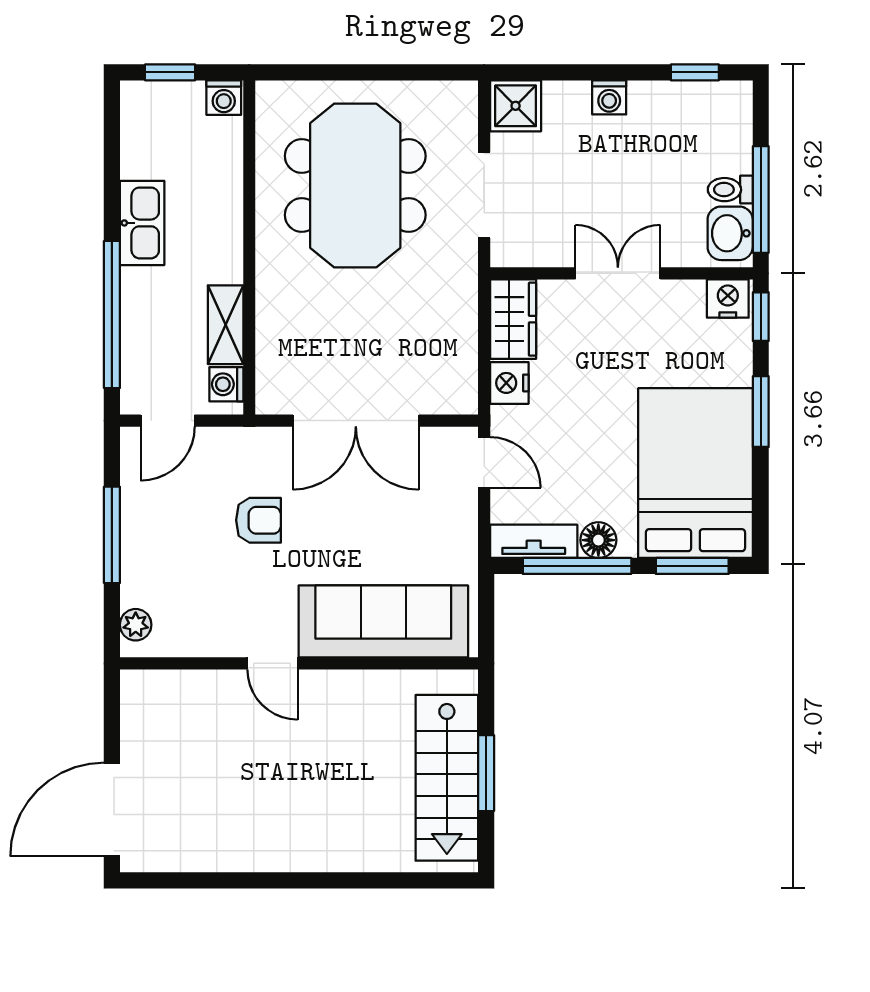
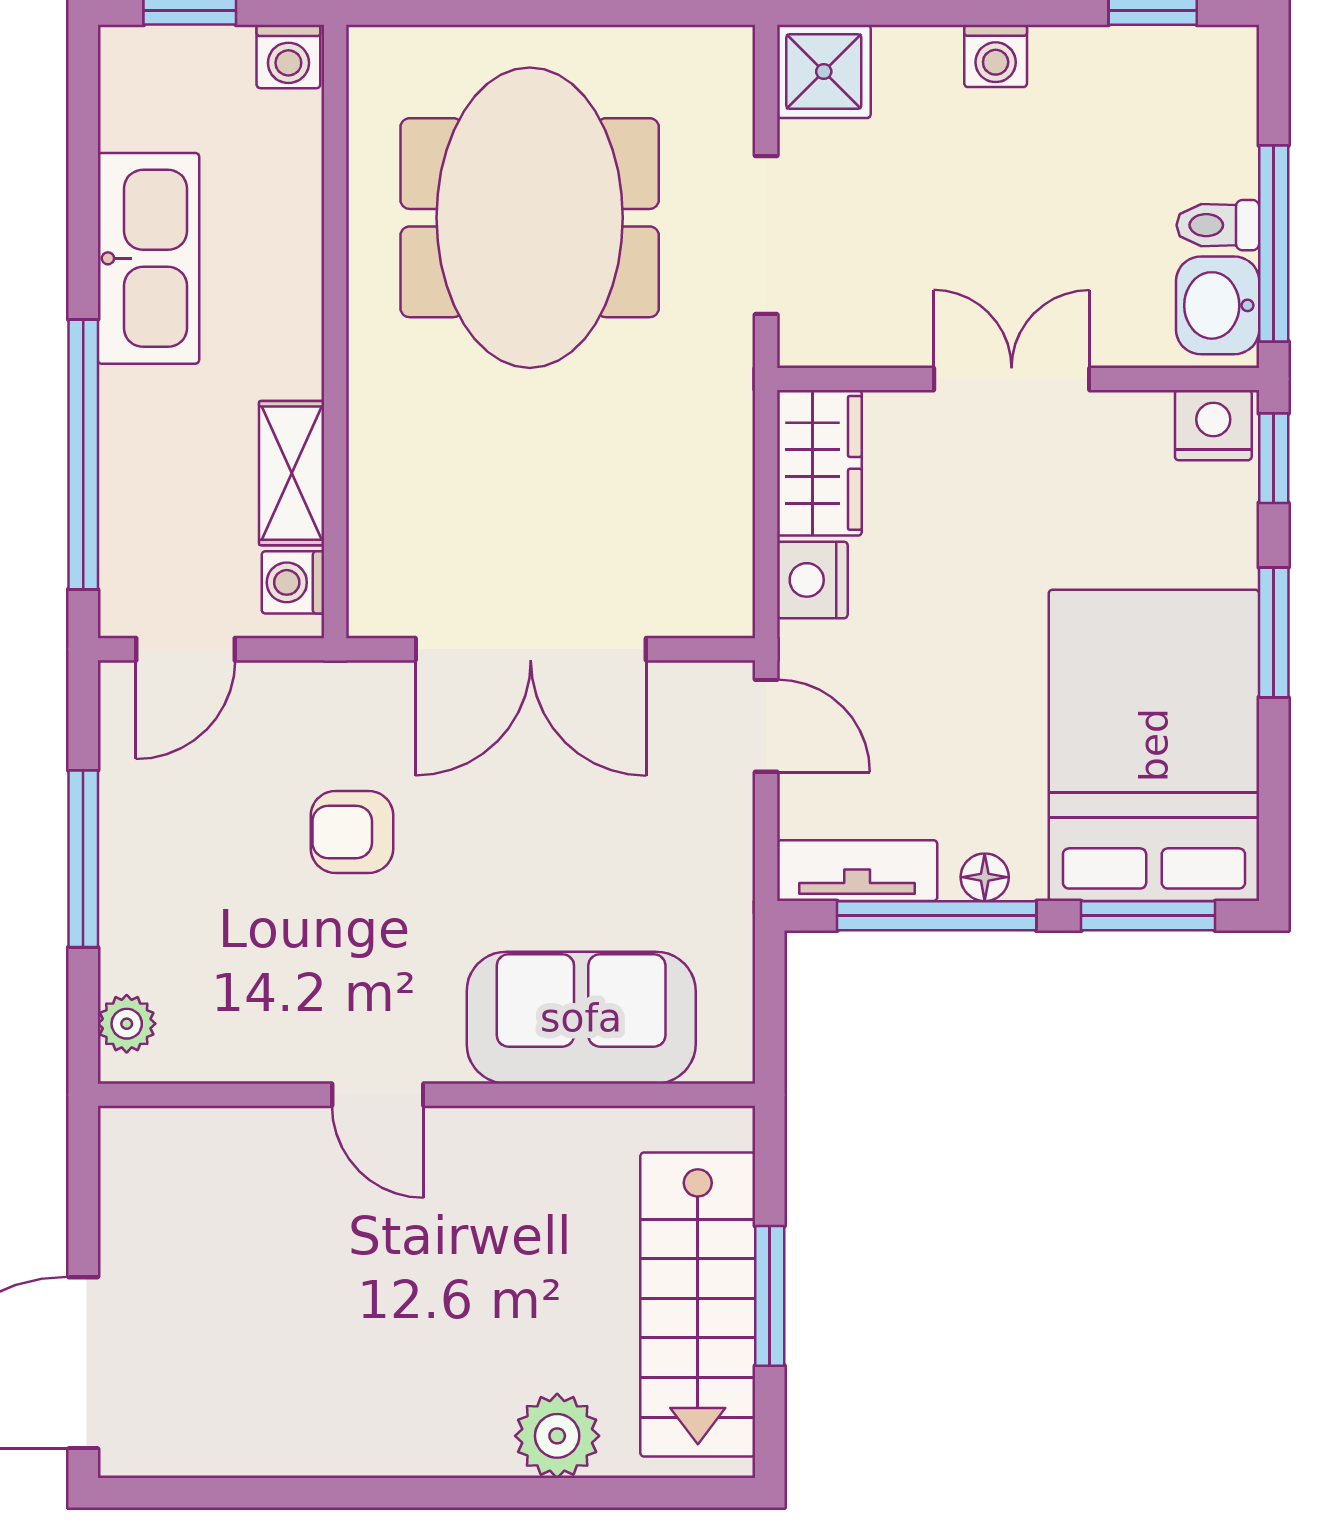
kitchen sink: (142, 223) -> (148, 258), width x1.36, depth x1.24
armchair: (258, 520) -> (352, 832), turned 180
floor lamp: (598, 540) -> (985, 877), width x0.73, depth x0.73
sofa: (383, 621) -> (581, 1018), width x0.73
plant: (370, 849) -> (557, 1436), added

